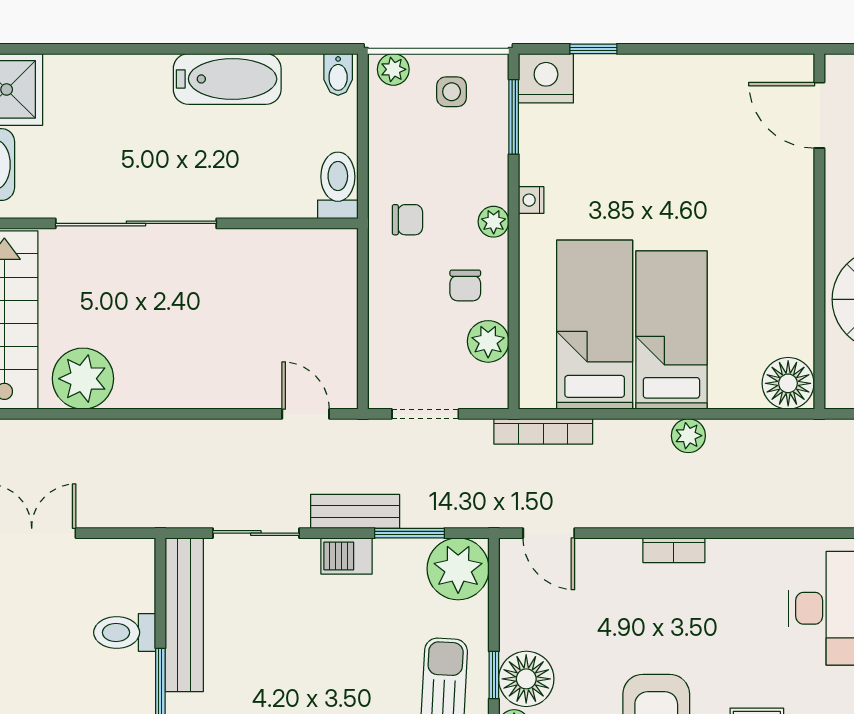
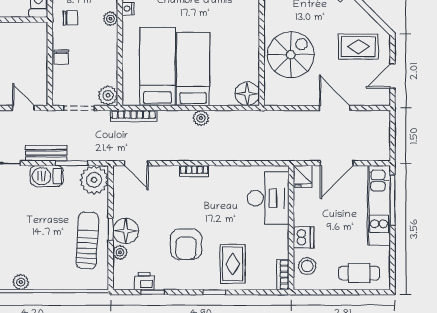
chair: (465, 285) -> (61, 57), moved
plant: (488, 341) -> (108, 95), moved
barbecue: (347, 556) -> (47, 176), width x1.38, depth x1.27

